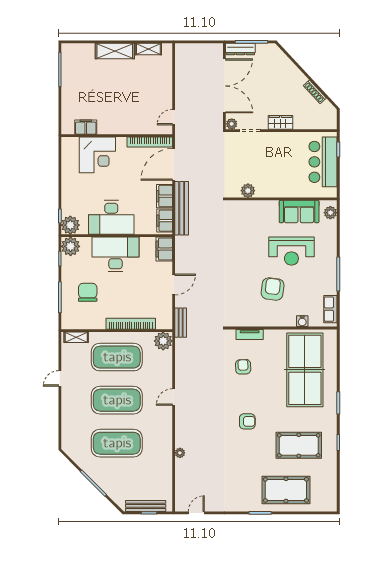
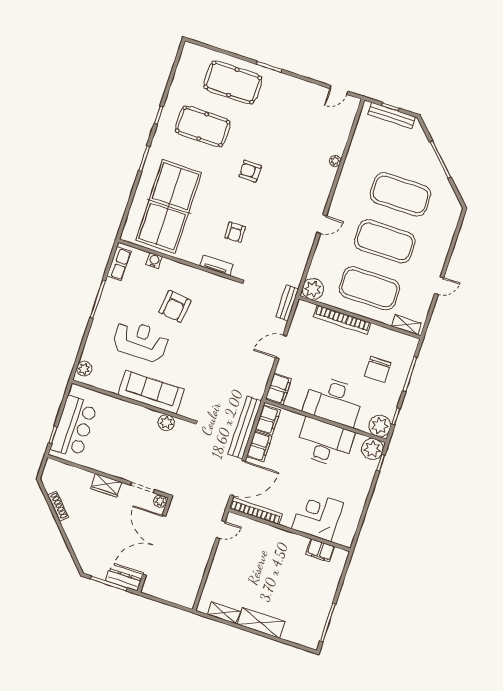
sofa: (299, 212) -> (151, 392), moved, width x1.36

